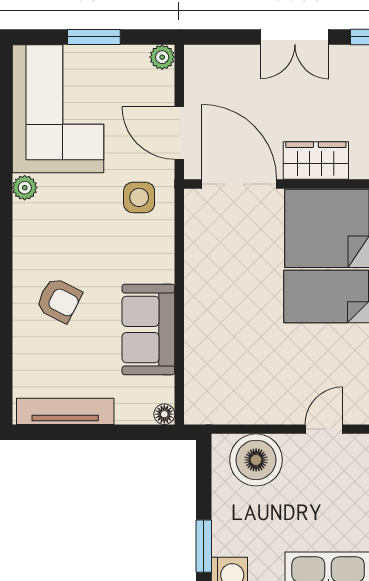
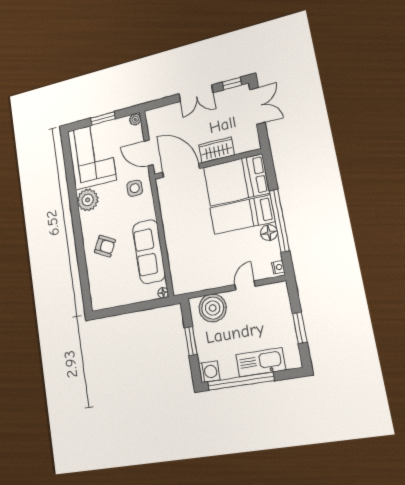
plant: (25, 188) -> (88, 200), width x1.88, depth x1.88
sofa: (148, 329) -> (149, 252), width x1.36
tv unit: (65, 411) -> (116, 300), removed
window: (204, 546) -> (191, 341), moved

